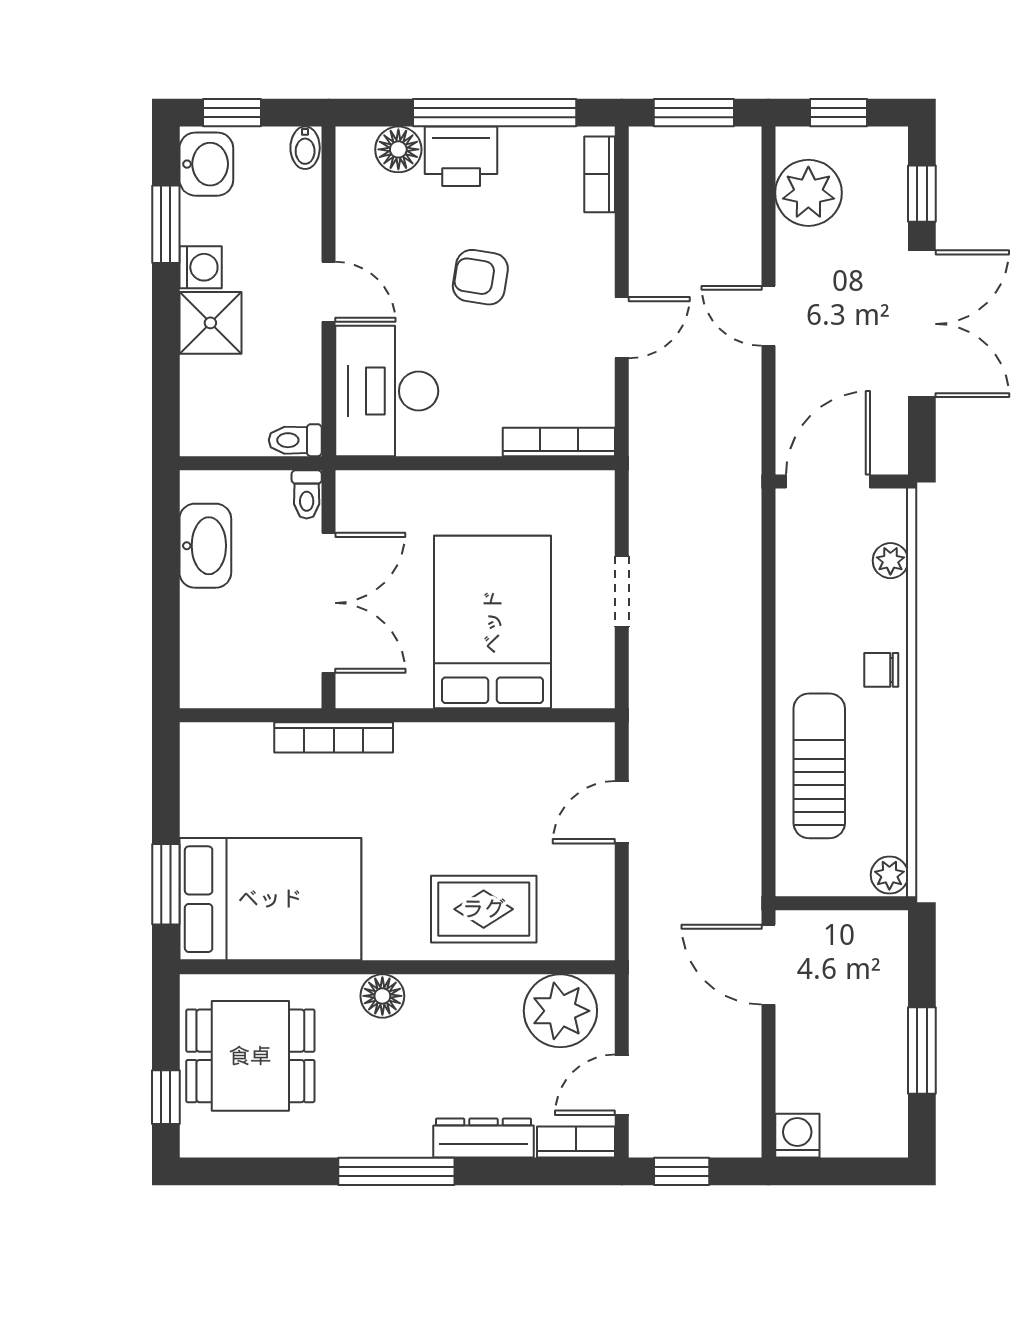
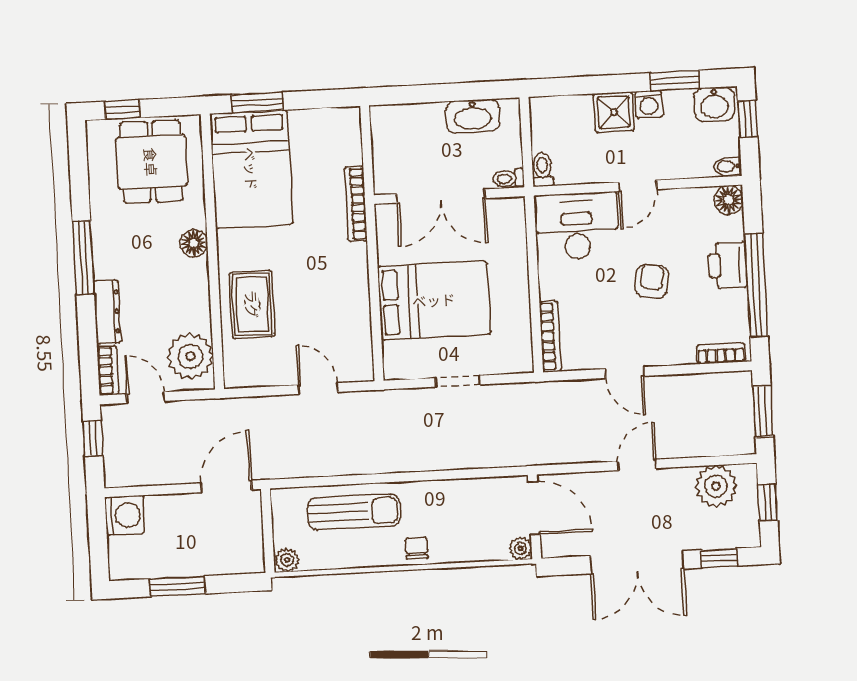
floor lamp: (398, 149) -> (729, 200), moved
plant: (890, 561) -> (521, 548), moved
washing machine: (797, 1136) -> (125, 515), width x1.38, depth x1.38

